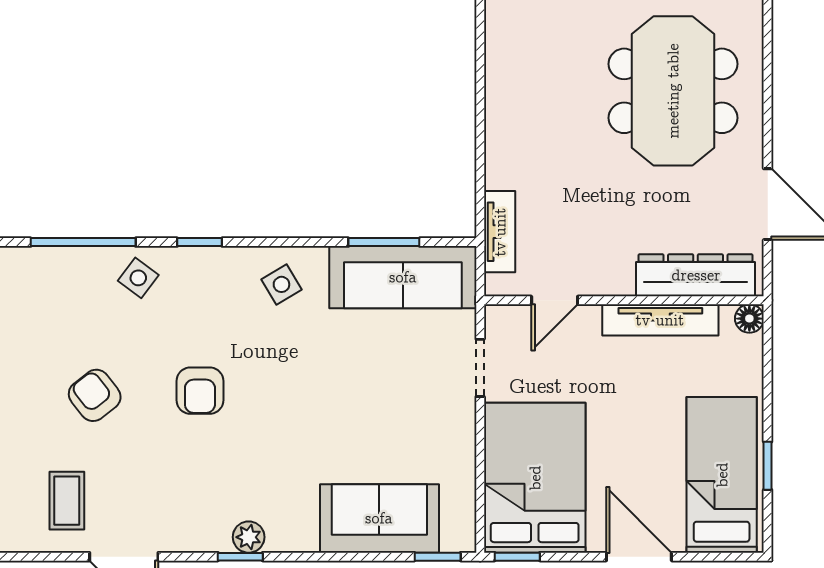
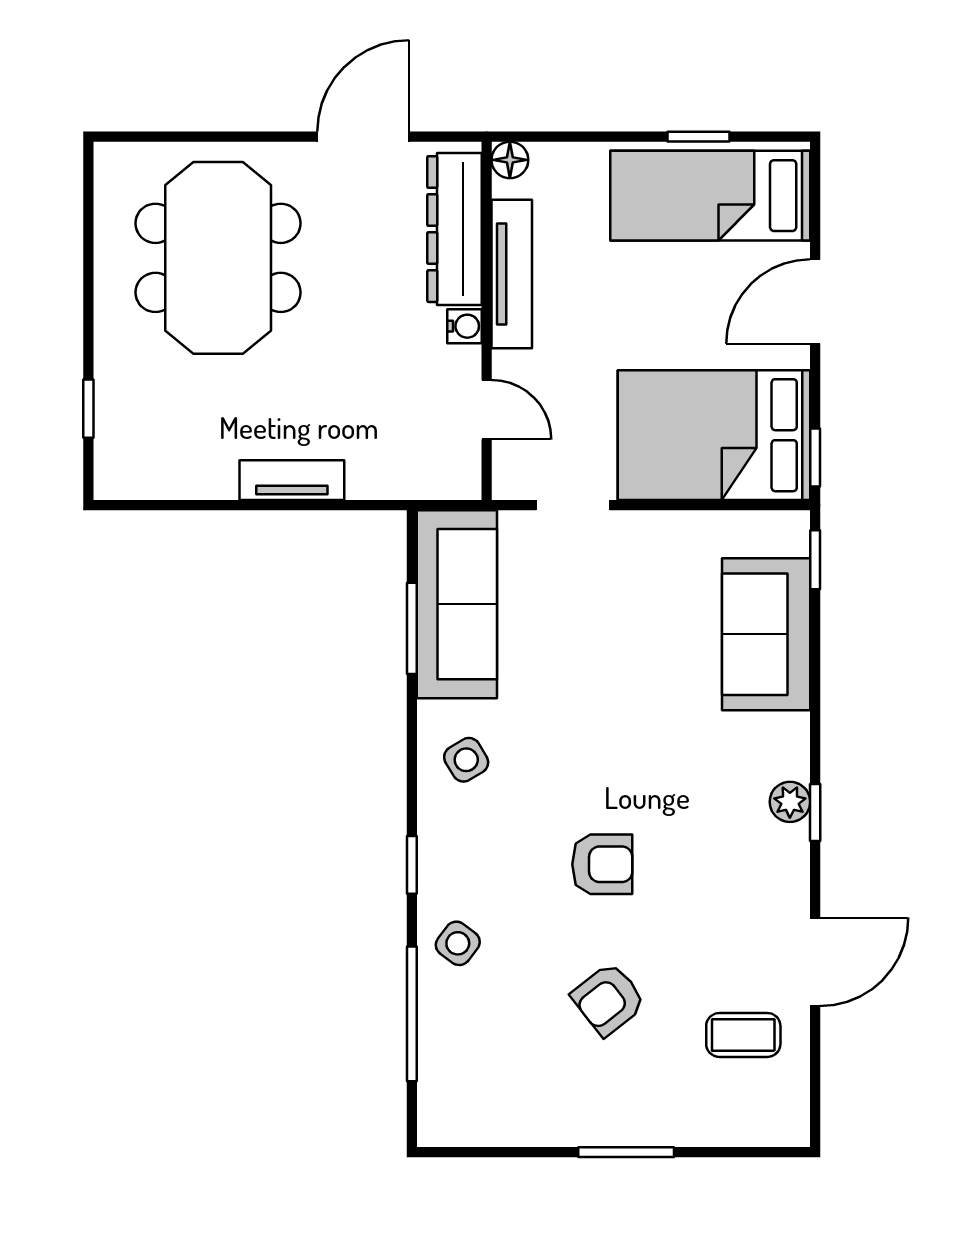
meeting table: (673, 91) -> (218, 258), turned 90
tv unit: (500, 232) -> (292, 480), moved
water cooler: (620, 283) -> (464, 326), added

